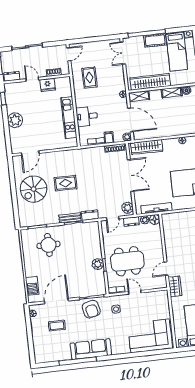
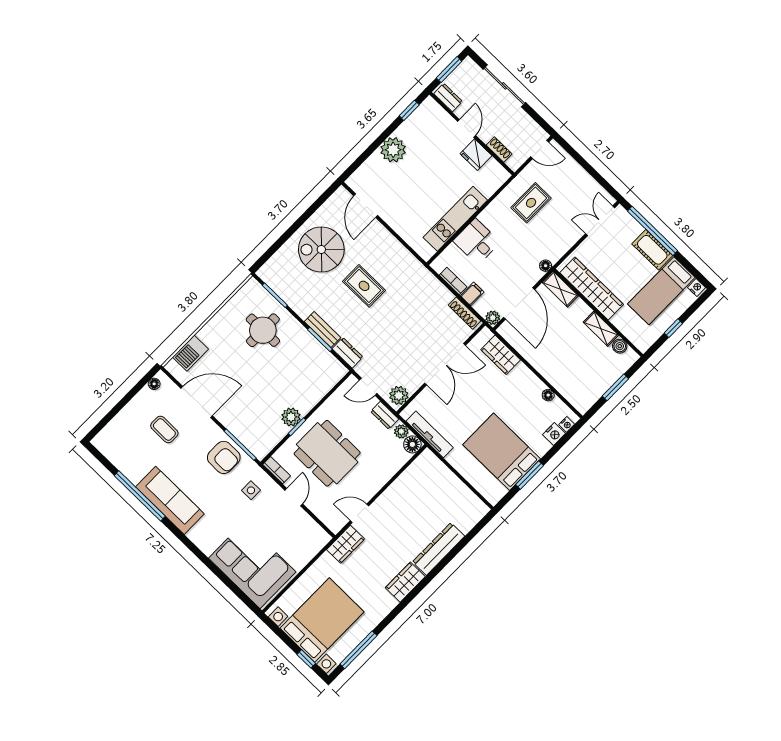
wardrobe: (147, 147) -> (501, 355), width x0.67
door: (30, 153) -> (366, 206), hinge flipped
armchair: (91, 309) -> (224, 457), turned -77

